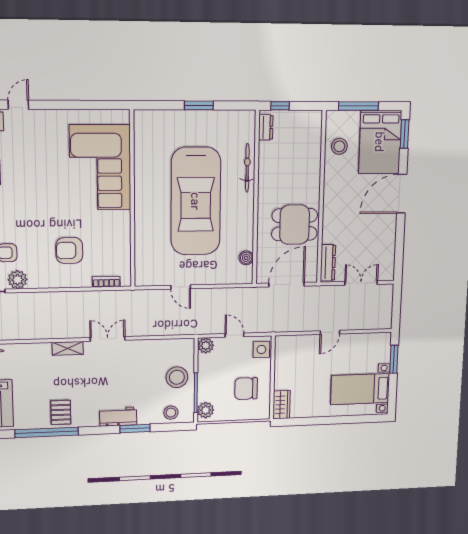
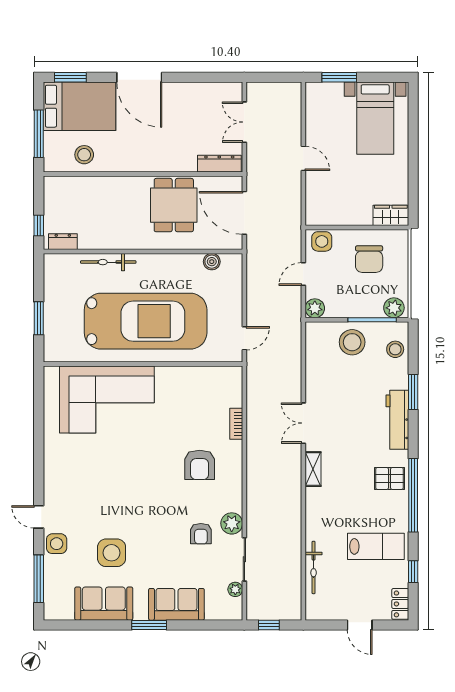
corner sofa: (100, 168) -> (107, 399), moved
wall: (132, 200) -> (143, 364), moved
workbench: (118, 417) -> (397, 420), width x1.38

